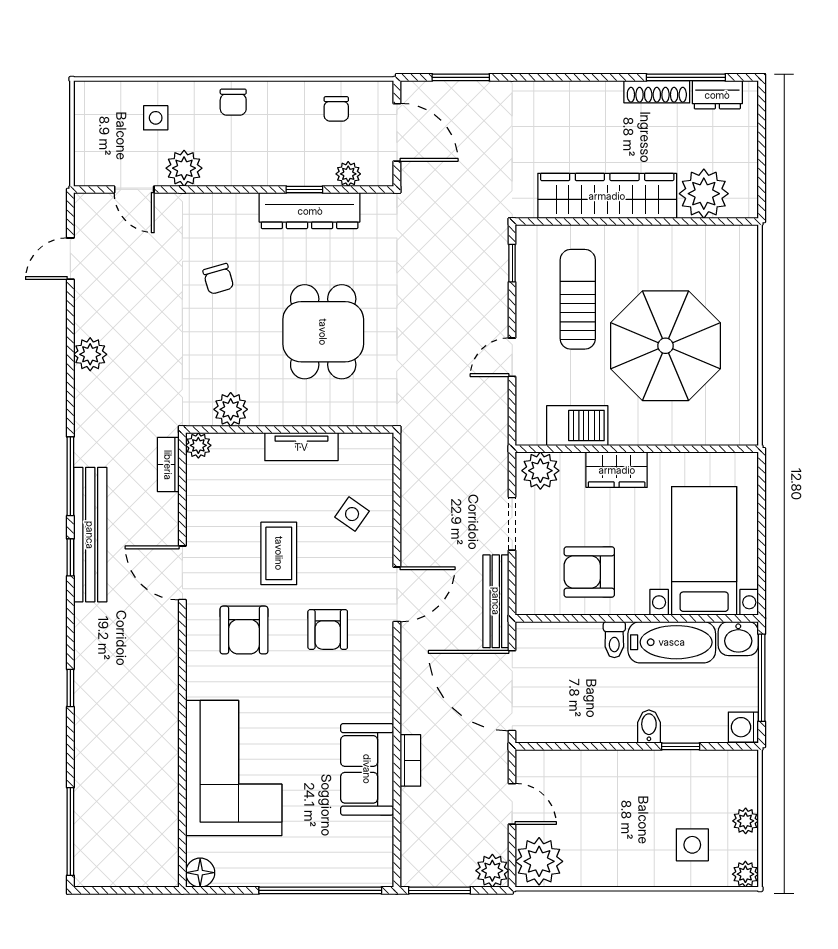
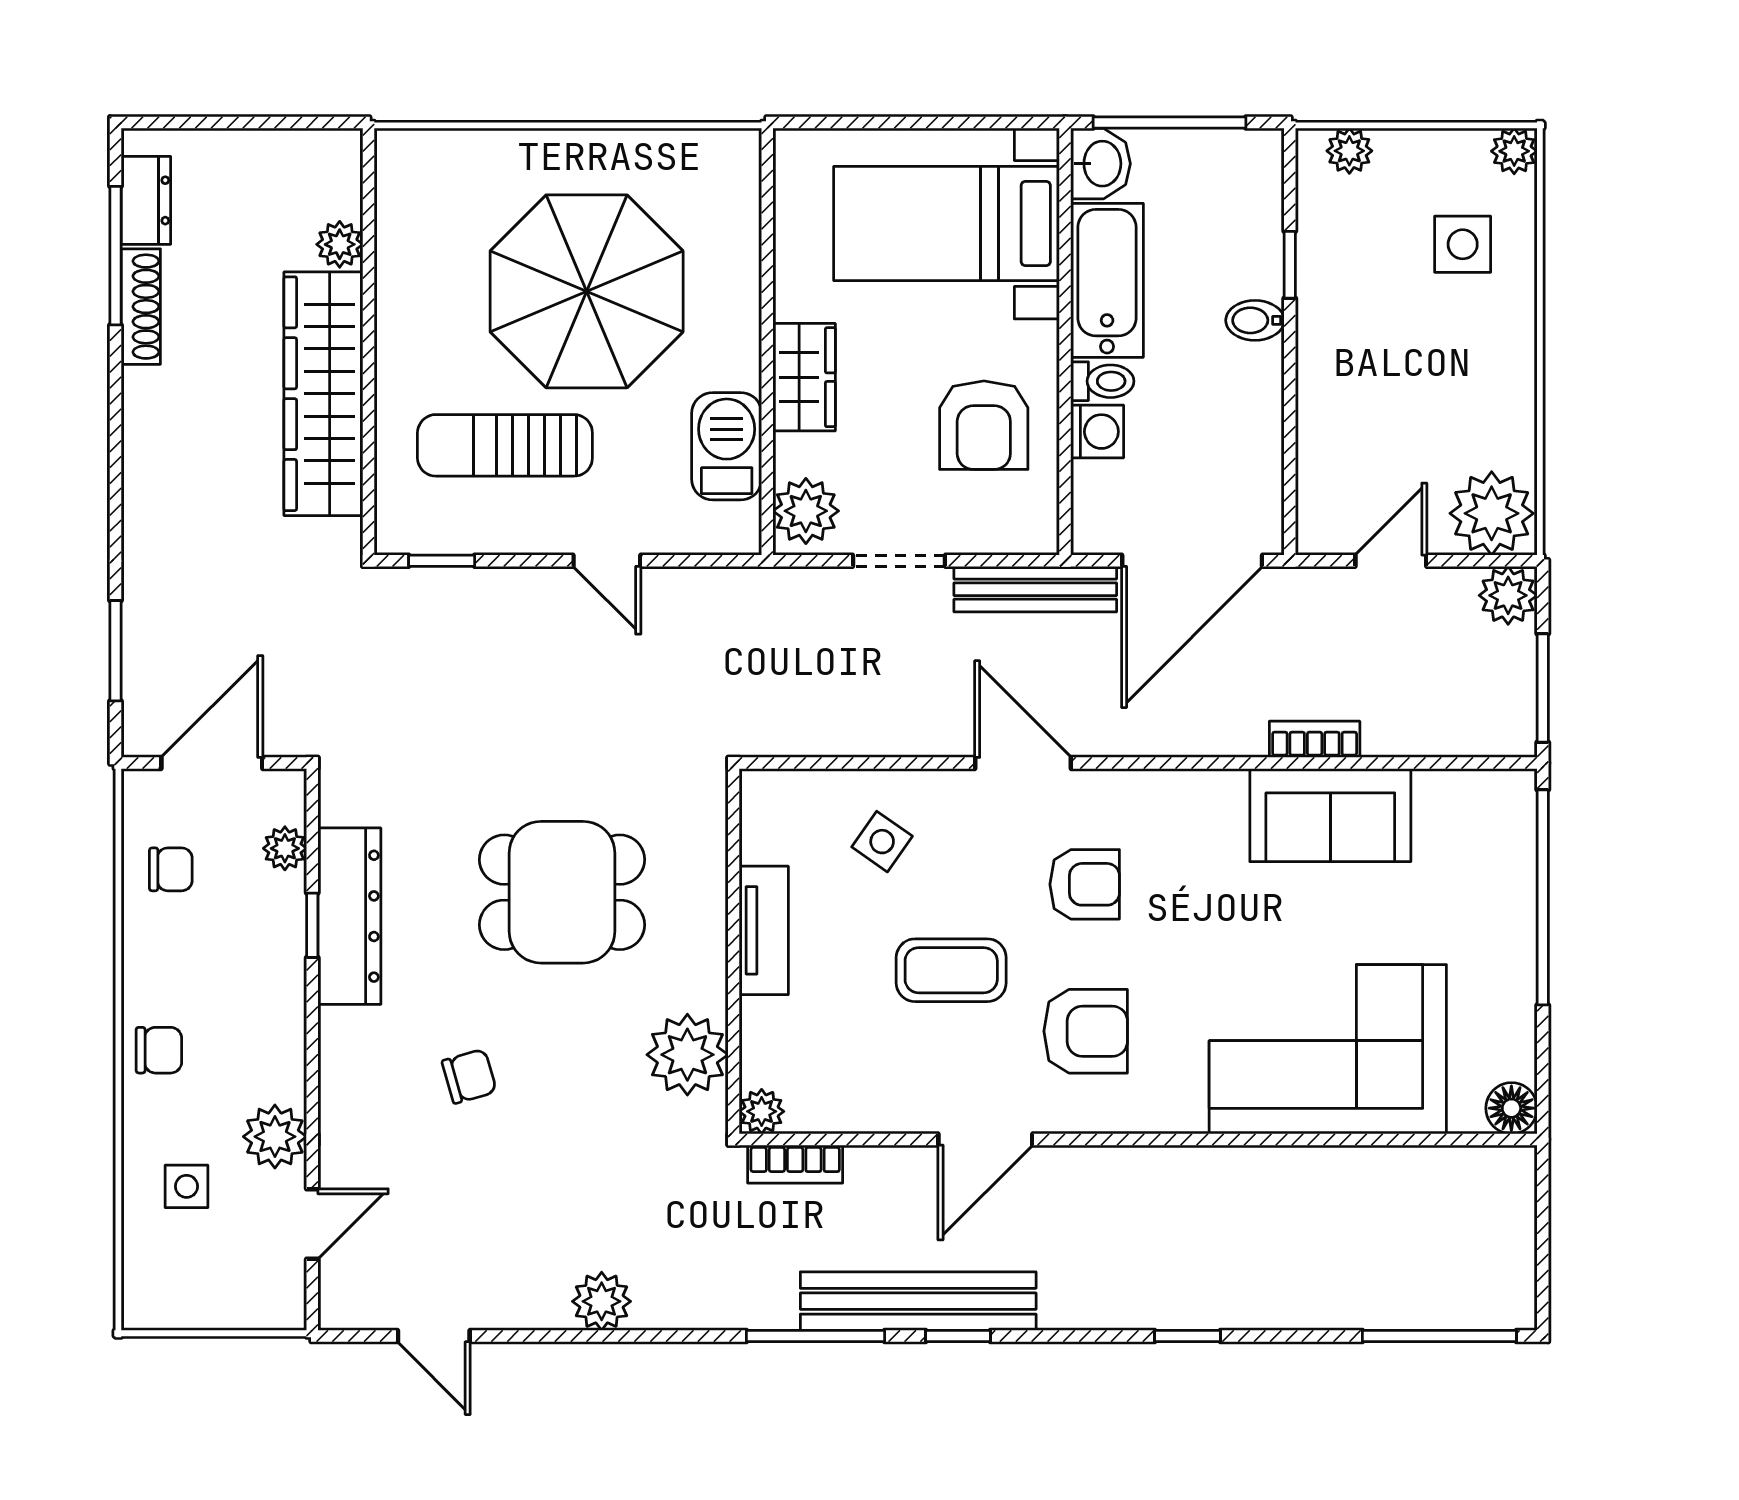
plant: (704, 194) -> (340, 244), width x0.53, depth x0.53
plant: (231, 409) -> (687, 1055), width x1.36, depth x1.36
washing machine: (743, 727) -> (1097, 432), moved, turned -90
plant: (746, 821) -> (1349, 151), moved

